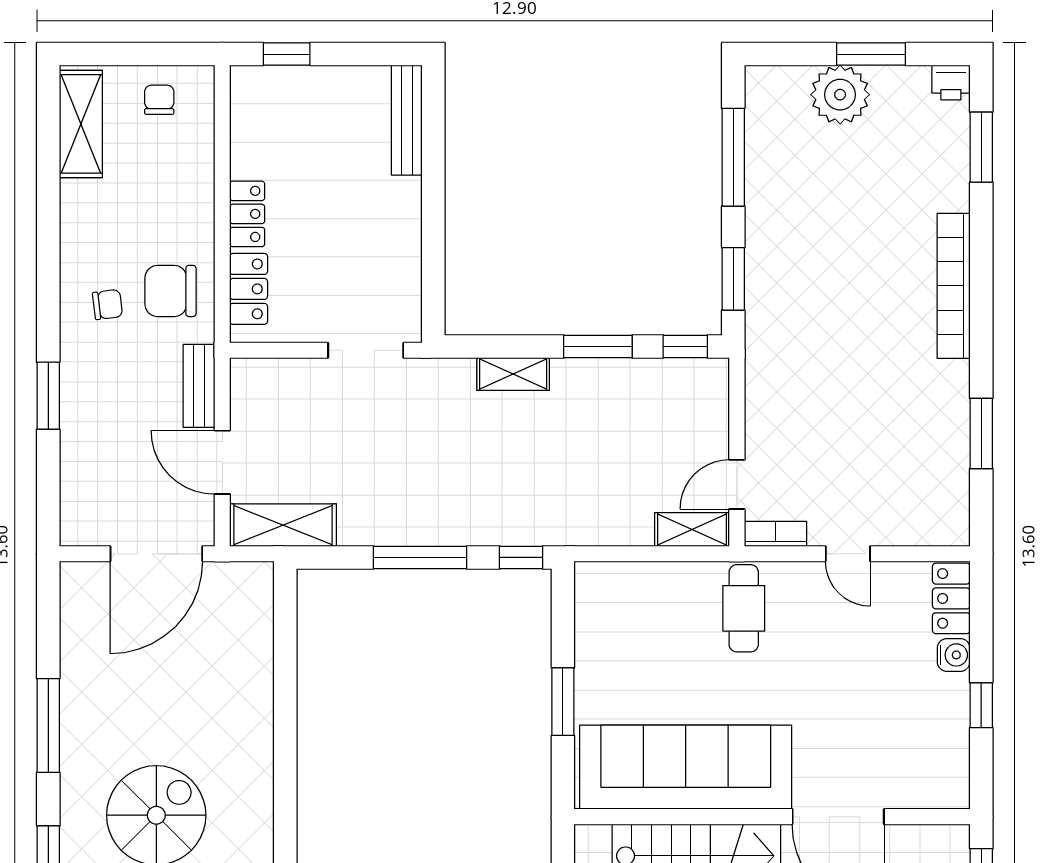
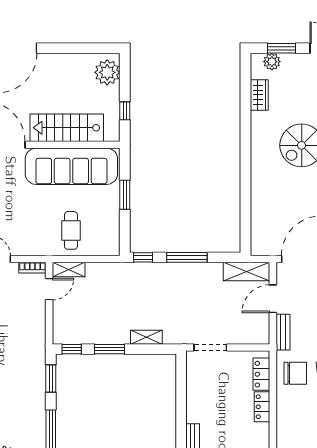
door: (222, 462) -> (273, 299), swing flipped
cafe table: (744, 608) -> (71, 230), moved

